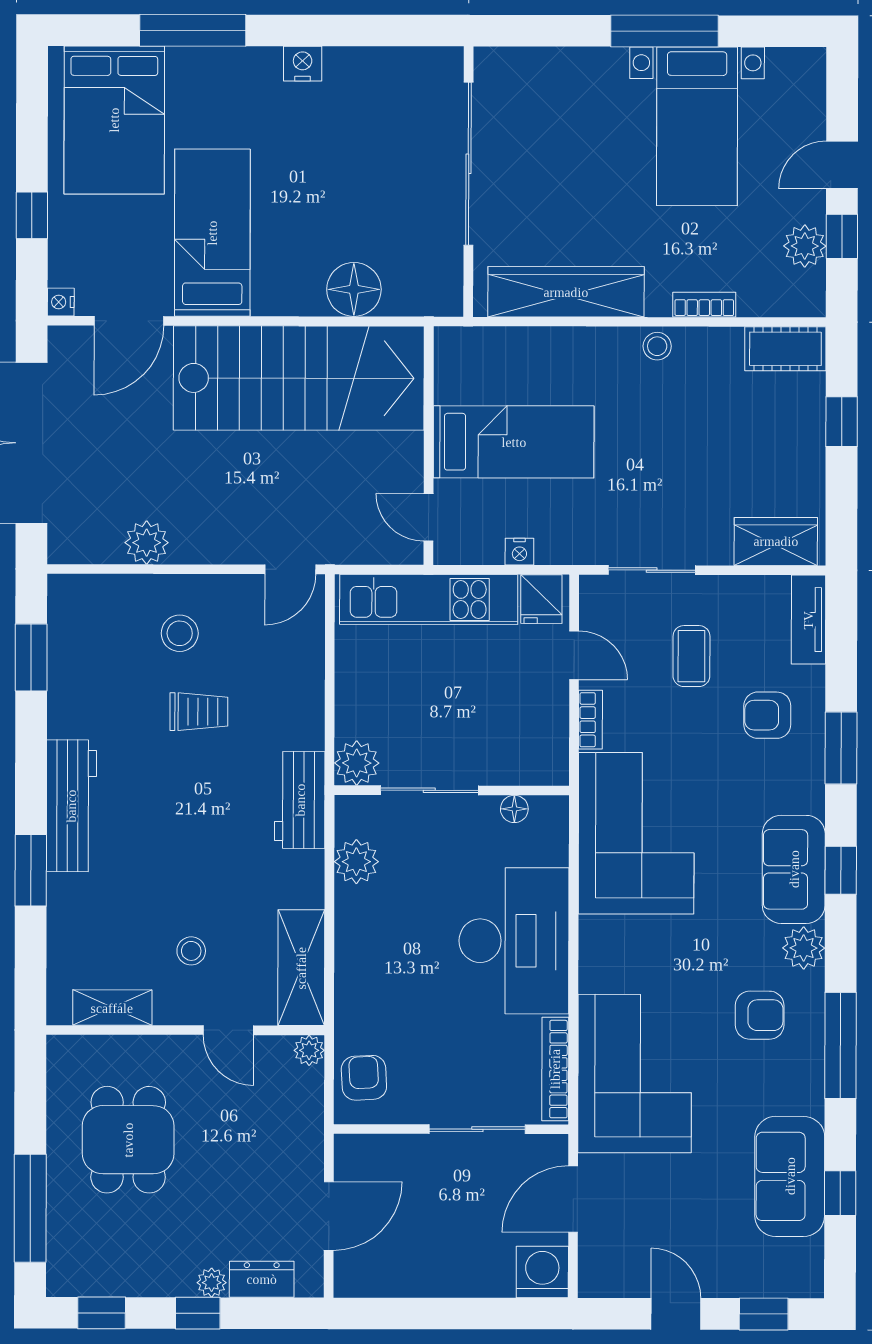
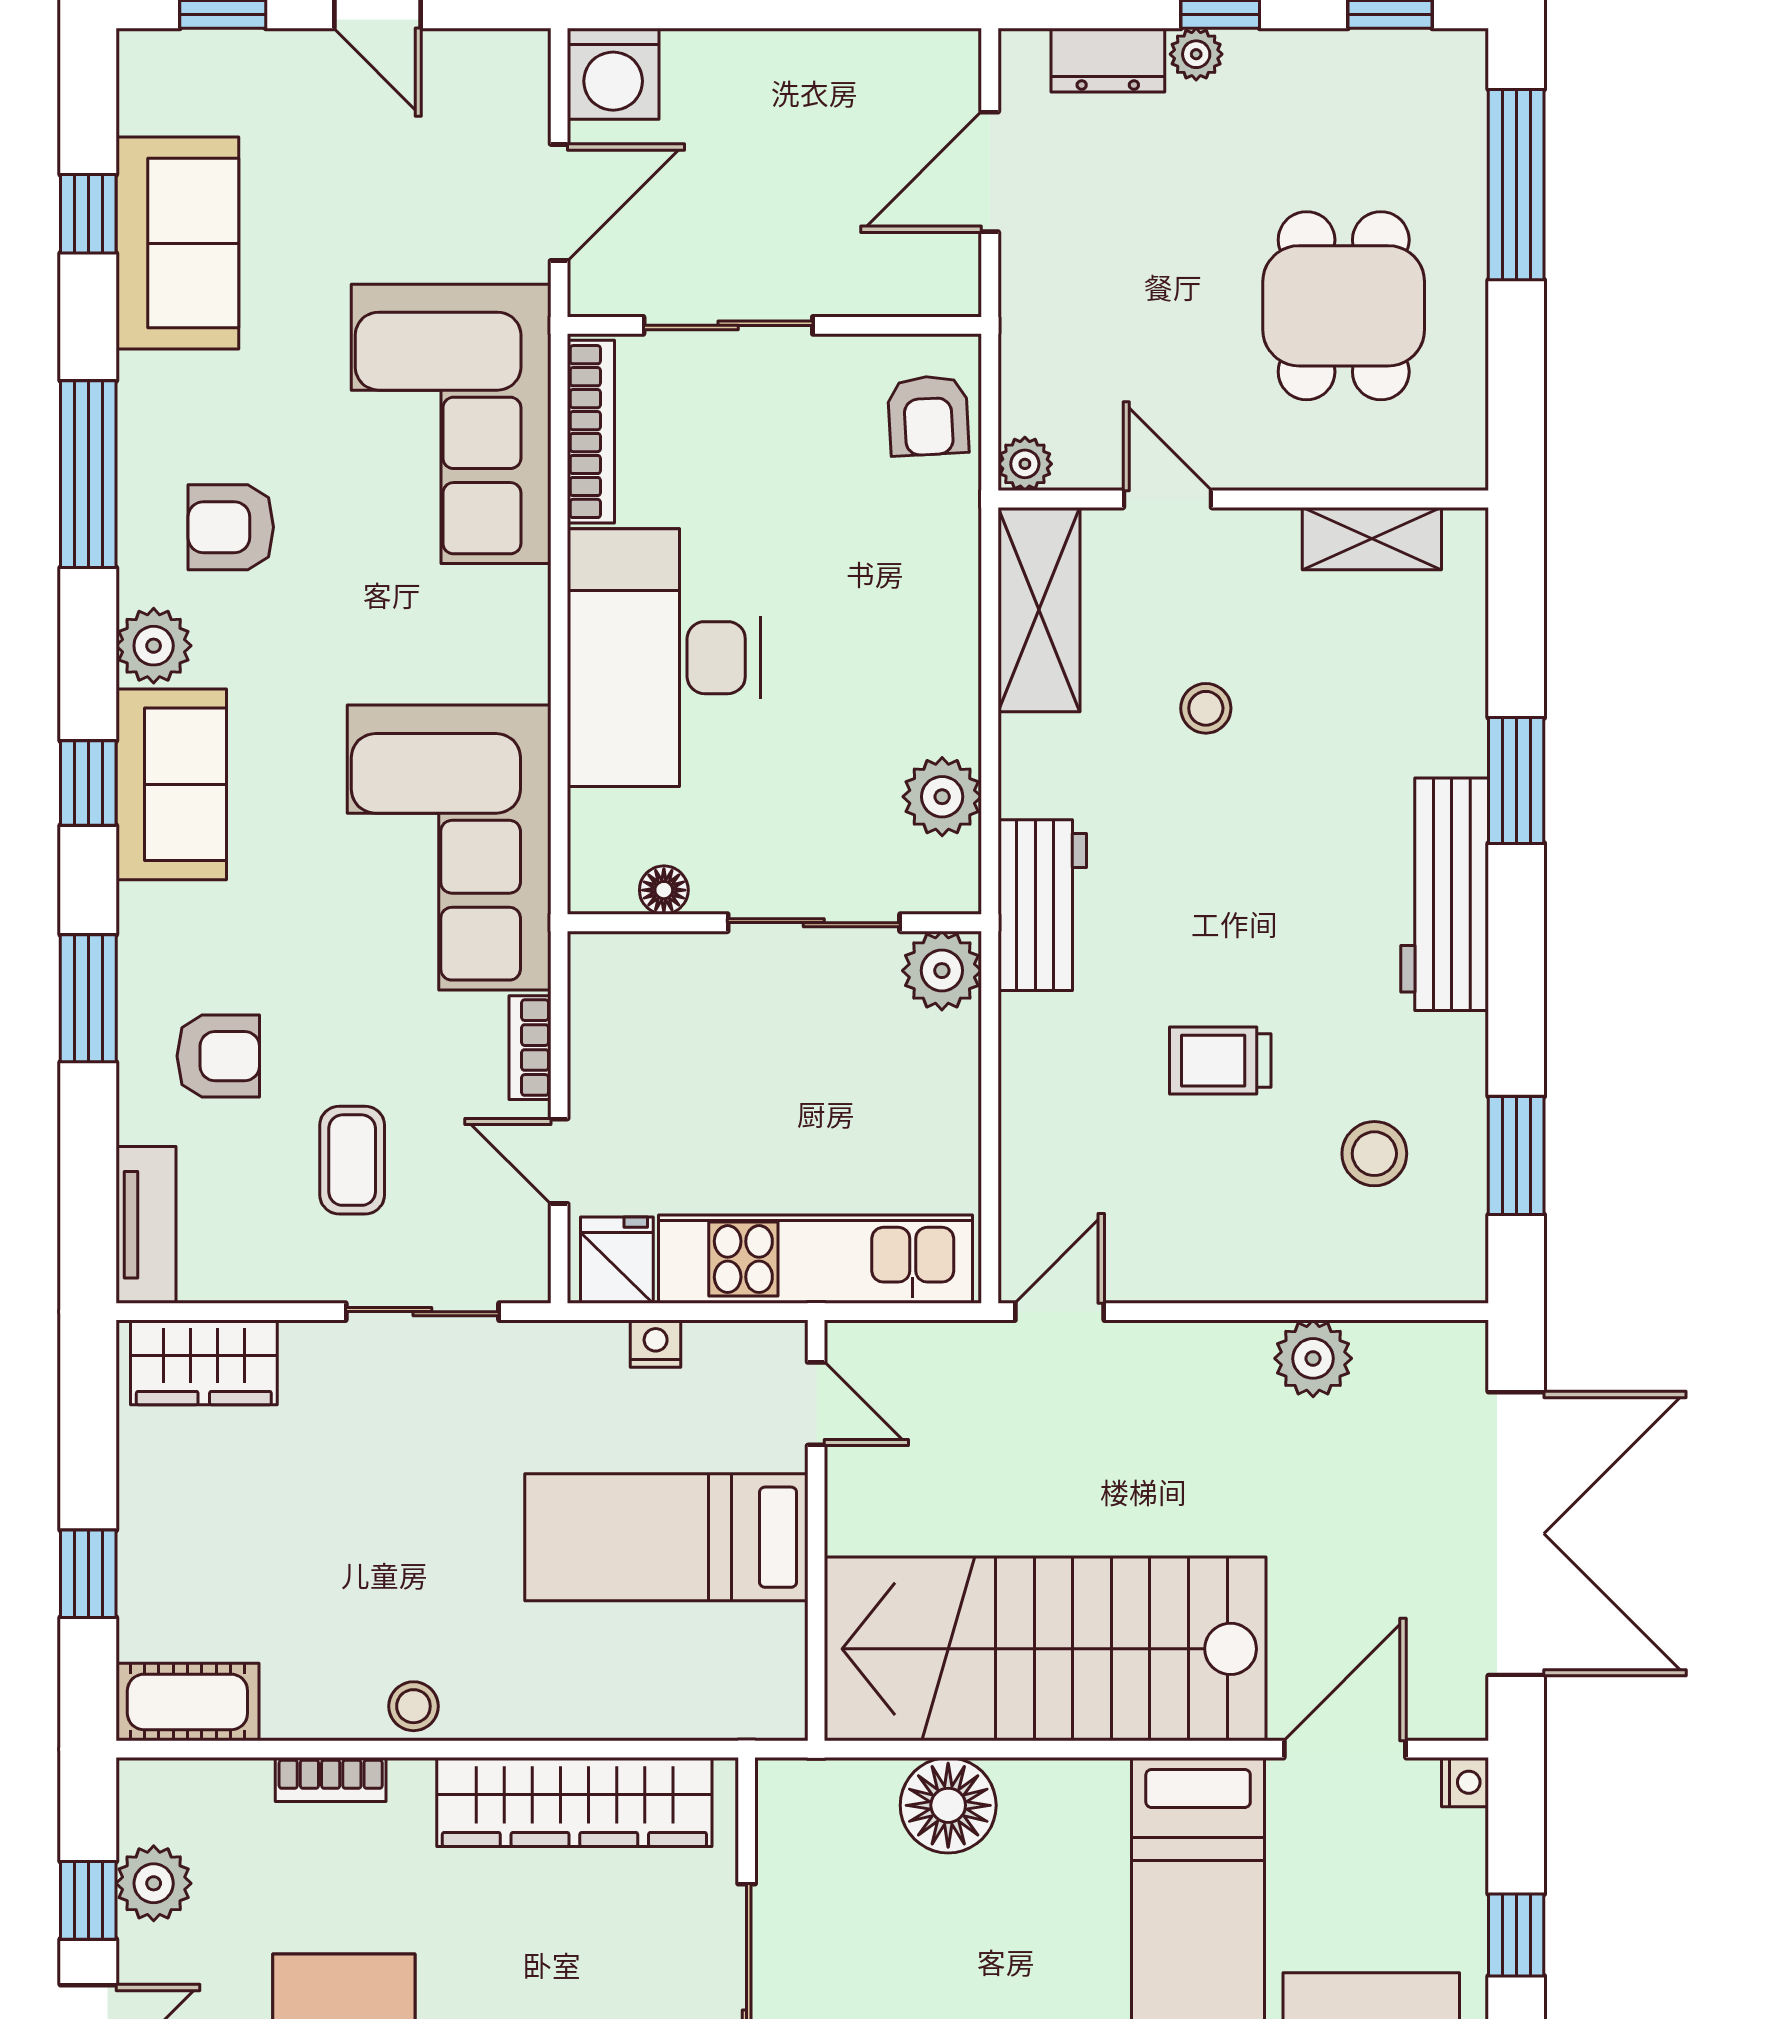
stool: (180, 633) -> (1374, 1154), moved
stool: (191, 951) -> (1206, 708), moved

